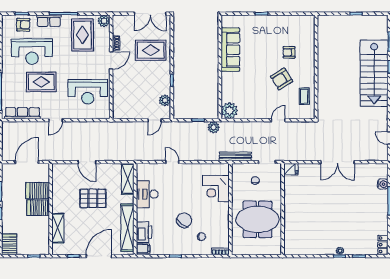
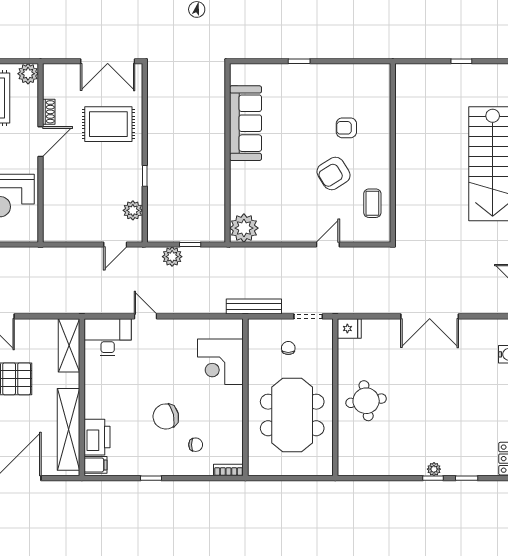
plant: (214, 127) -> (172, 257), moved
desk: (147, 194) -> (108, 337), moved, turned 90
round table: (301, 211) -> (366, 401), added
meeting table: (258, 219) -> (292, 415), turned 90
chair: (184, 220) -> (166, 416), turned -139

